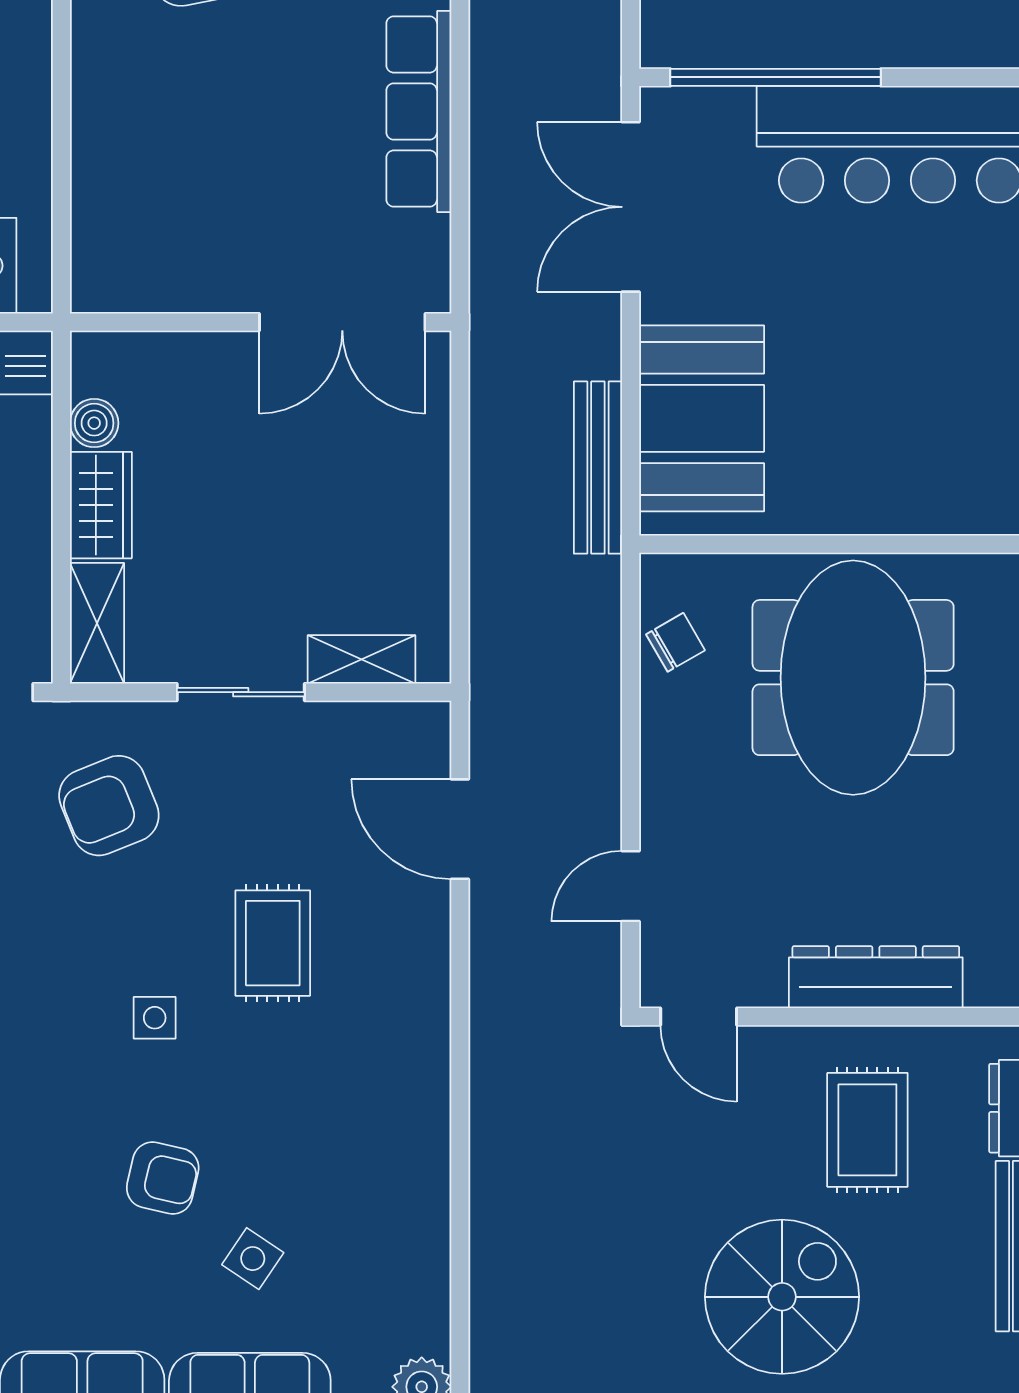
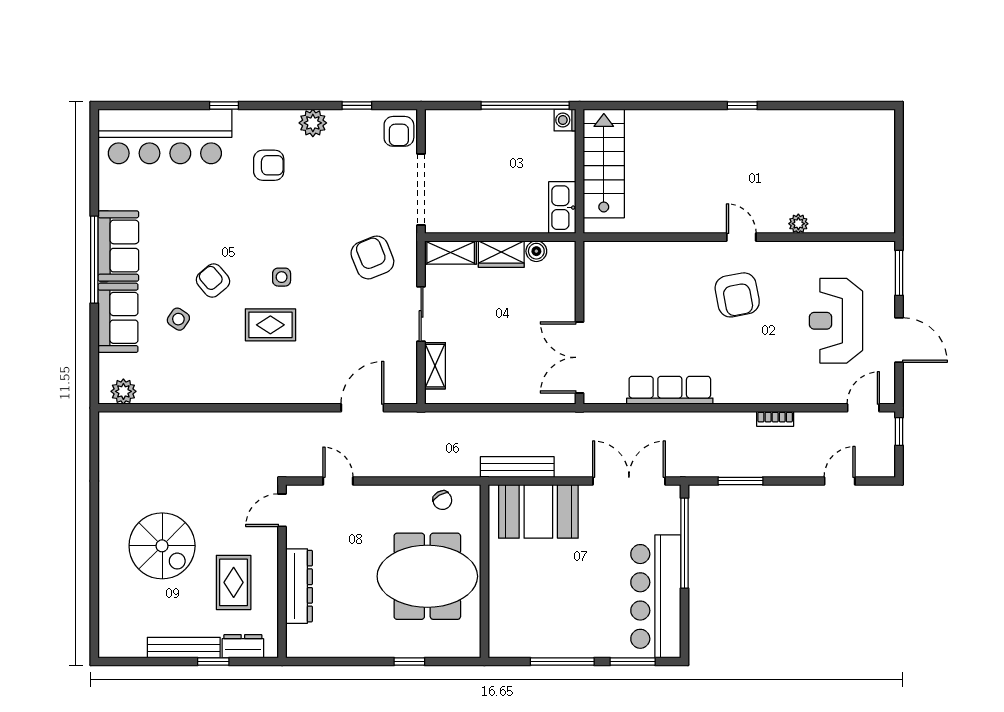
rug: (273, 943) -> (270, 325), moved
rug: (867, 1130) -> (234, 582), turned 90
armchair: (163, 1178) -> (213, 281), turned 127

